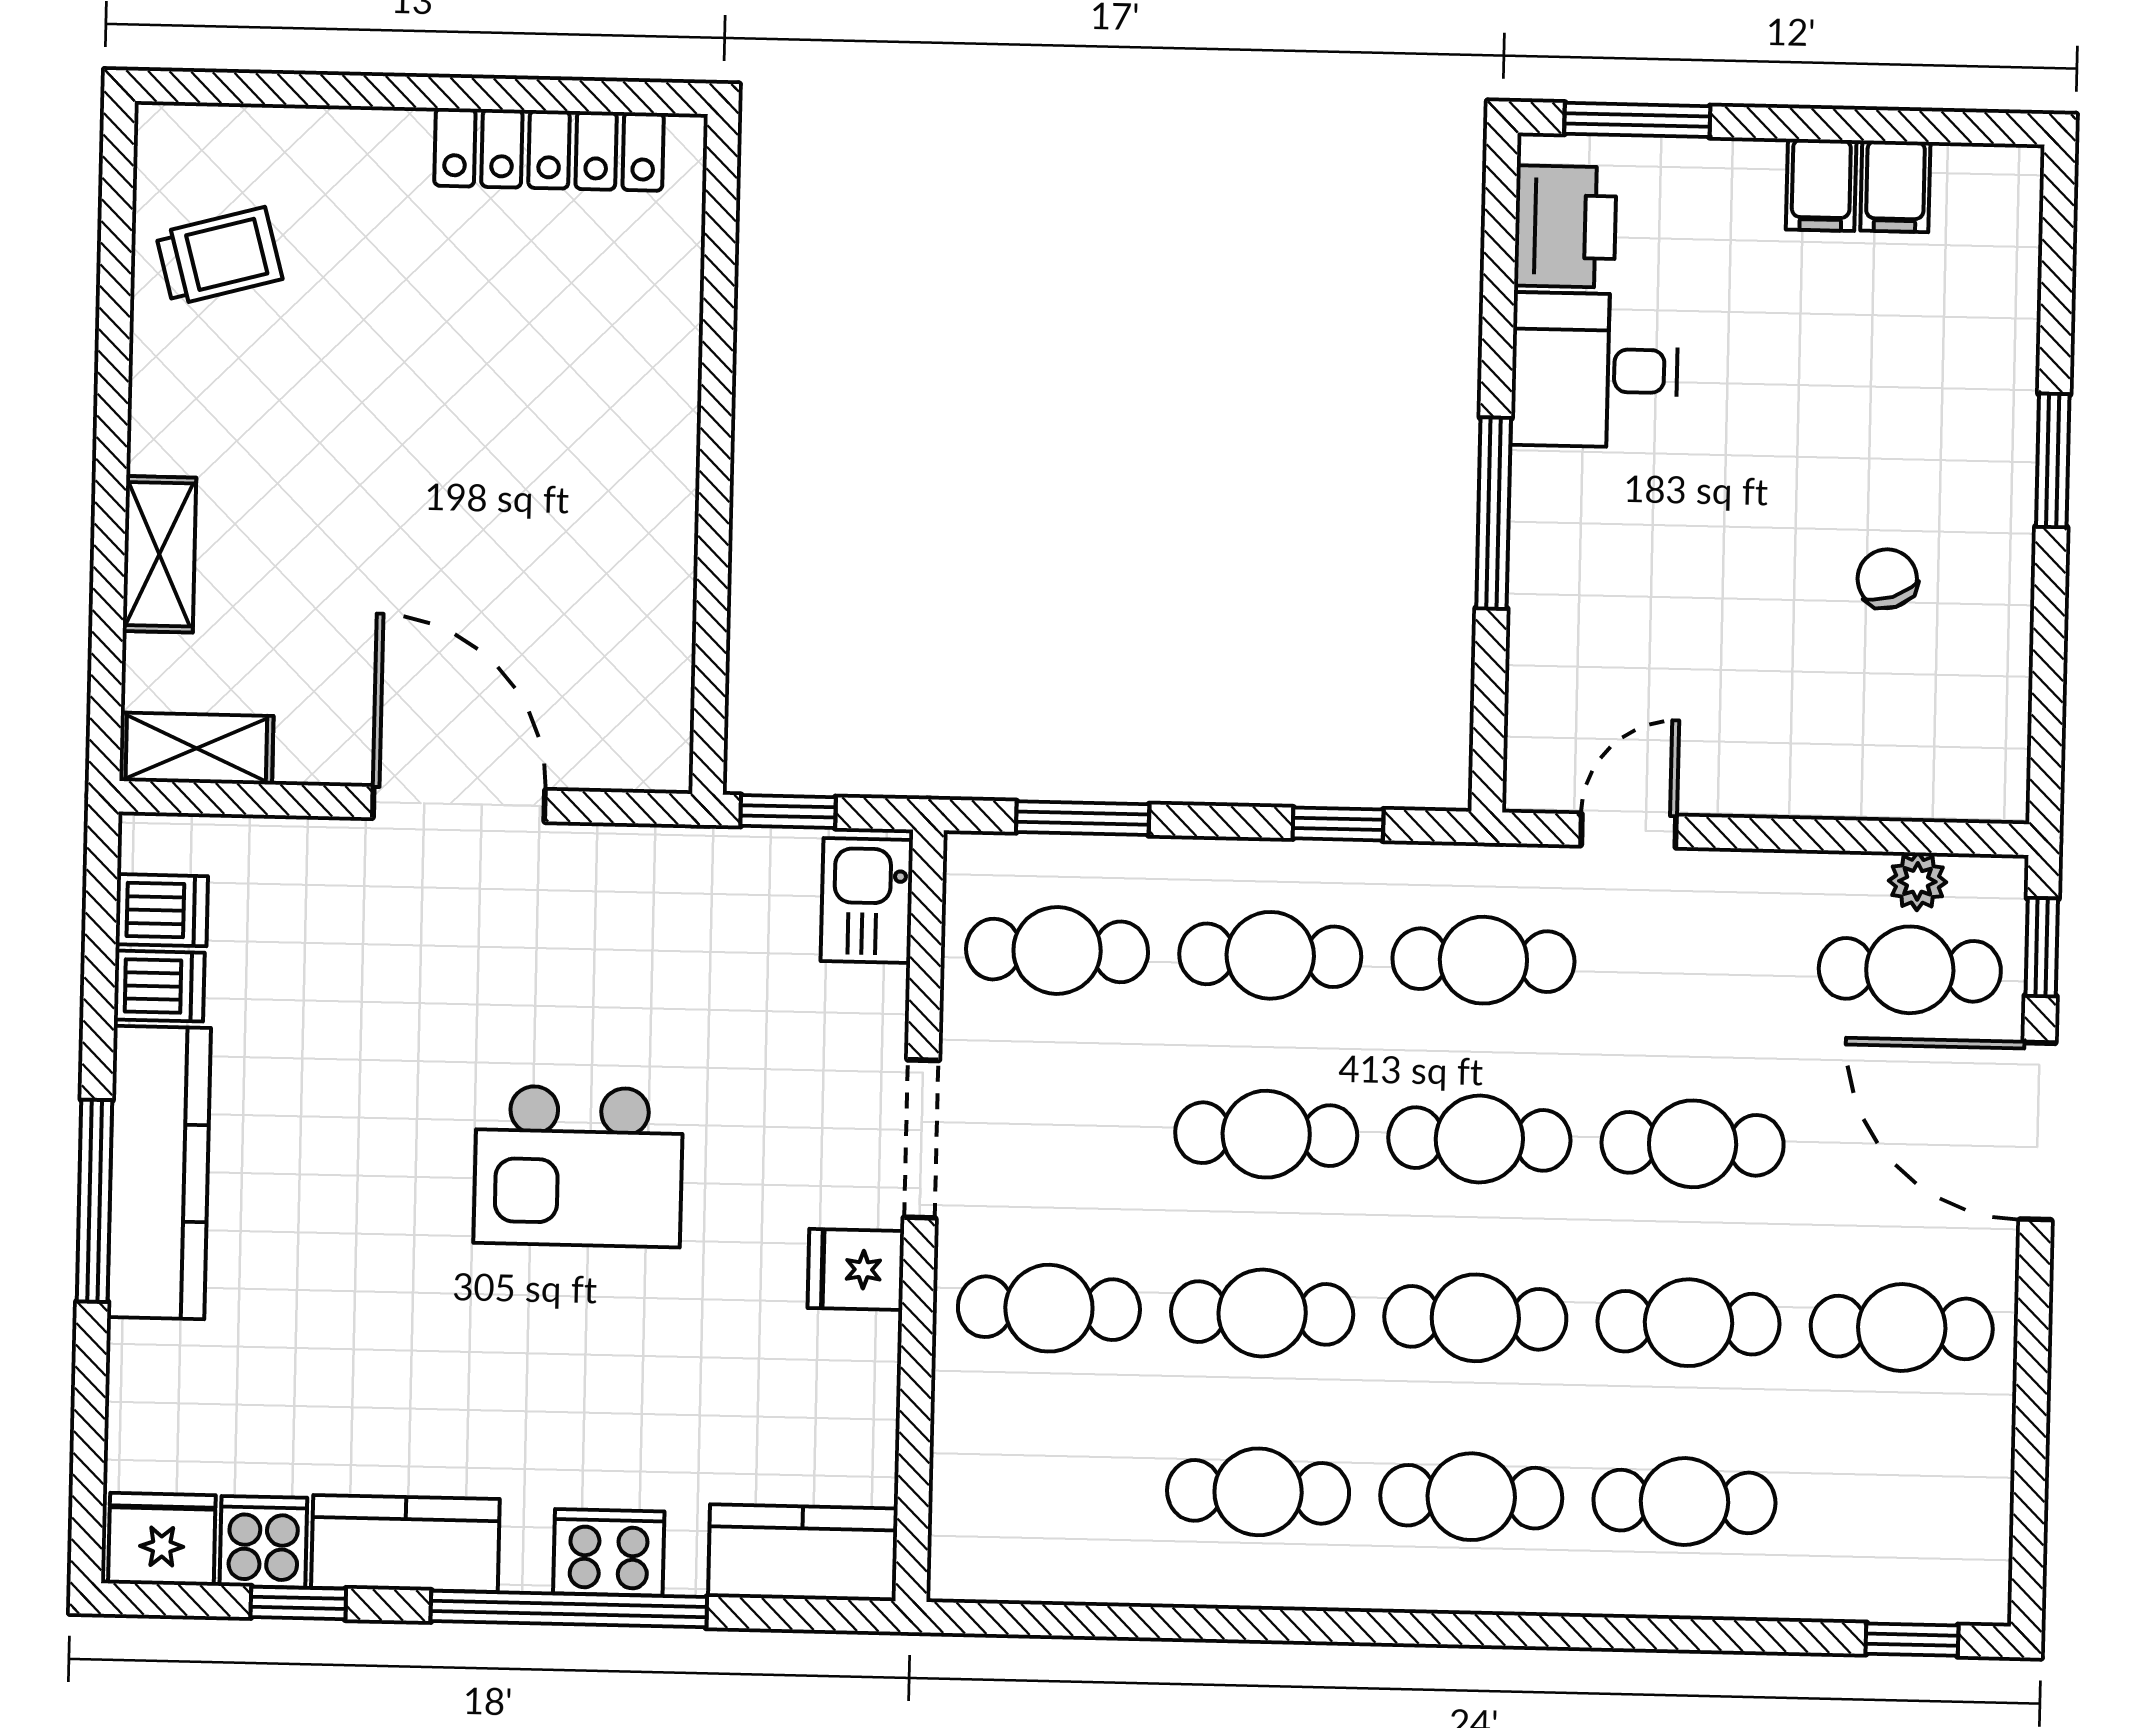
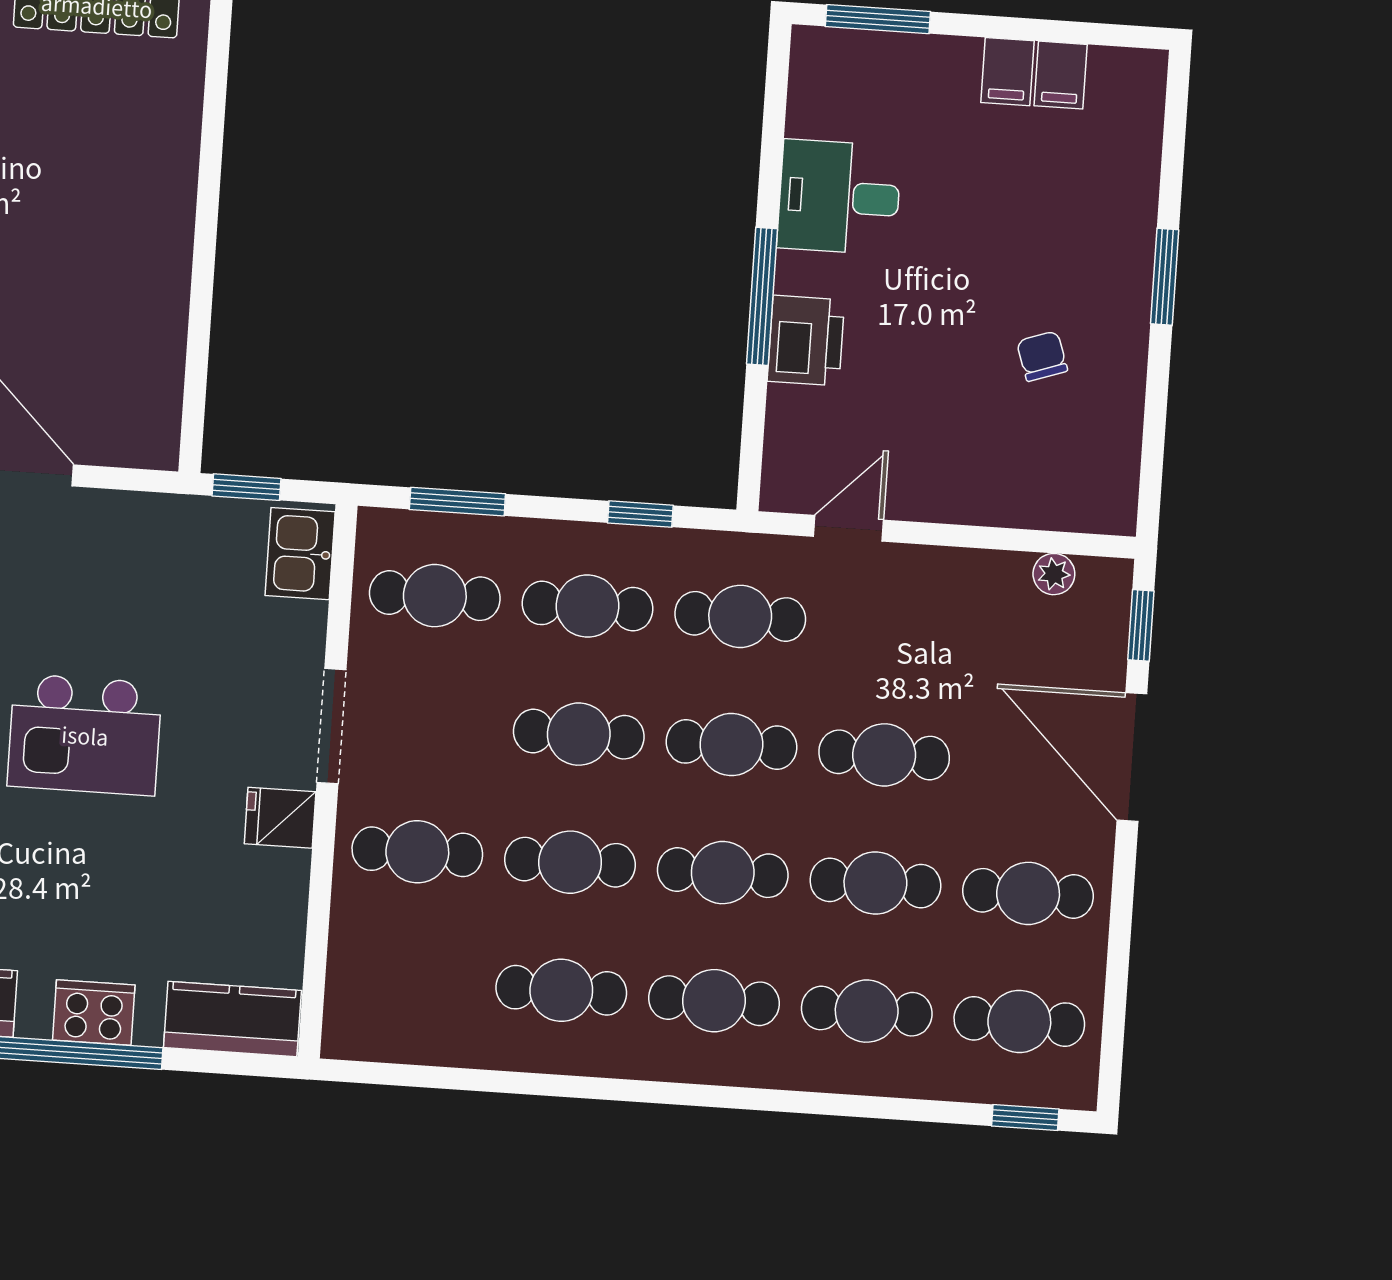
printer: (1565, 227) -> (806, 341), moved
cafe table: (1910, 970) -> (1019, 1021), moved

